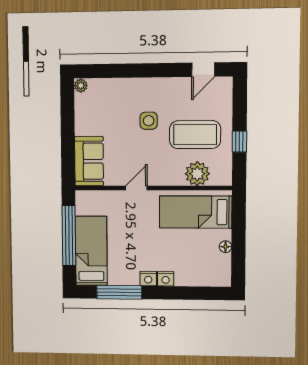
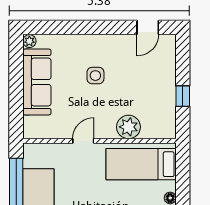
coffee table: (195, 135) -> (140, 89), removed
sofa: (89, 161) -> (37, 82), moved, width x1.36
plant: (197, 174) -> (128, 127), moved

